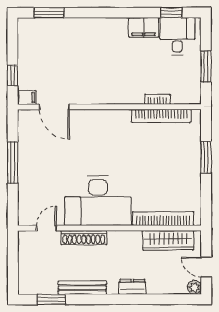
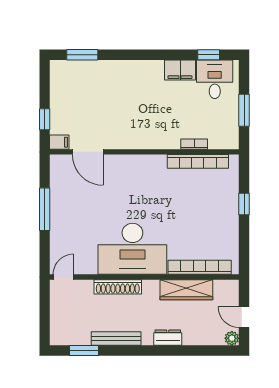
window: (206, 157) -> (244, 204), width x0.67
door: (47, 228) -> (64, 277), moved
wardrobe: (168, 240) -> (186, 290), moved

